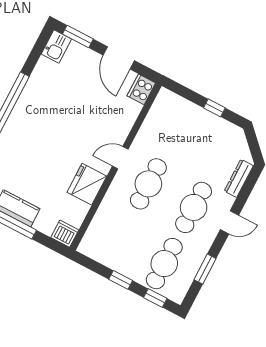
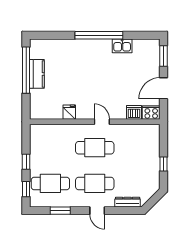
kitchen sink: (56, 47) -> (122, 46), moved
fridge: (87, 184) -> (69, 112), width x0.53, depth x0.75
dishwasher: (65, 234) -> (134, 112), moved, turned -90

